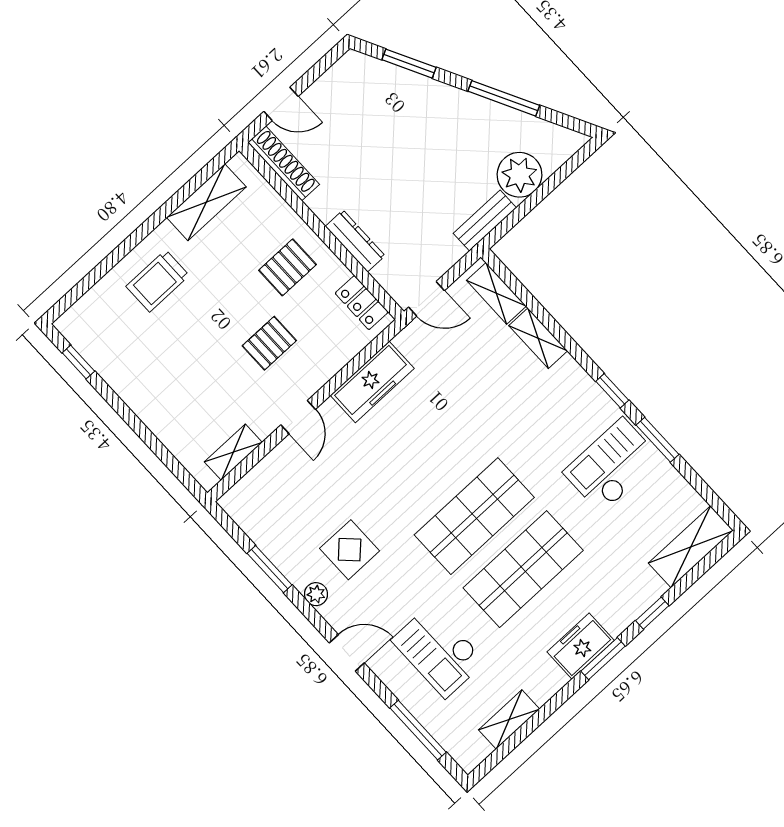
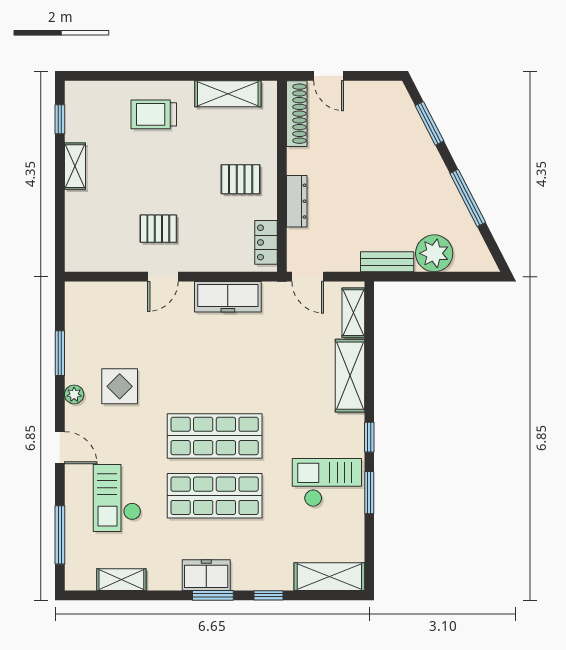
shelving: (538, 338) -> (350, 376), width x1.50, depth x1.33
pallet: (269, 343) -> (158, 229), moved
shelving: (233, 452) -> (75, 166), moved, turned 90

